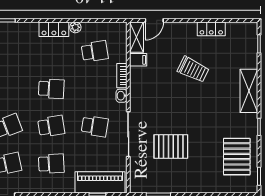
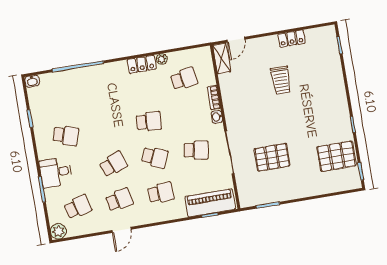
filing cabinet: (138, 60) -> (227, 80), removed
trolley: (193, 69) -> (281, 80), turned 64
shelving: (249, 91) -> (337, 92), removed
school desk: (51, 126) -> (155, 157), turned 33
pallet: (237, 157) -> (336, 156), turned 90

